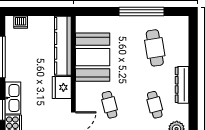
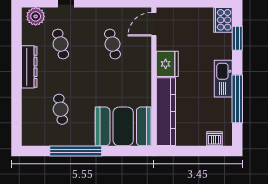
cafe table: (155, 48) -> (61, 109), width x0.73, depth x0.74
booth: (93, 57) -> (123, 126), moved, turned 90
kitchen sink: (13, 98) -> (223, 79), moved

